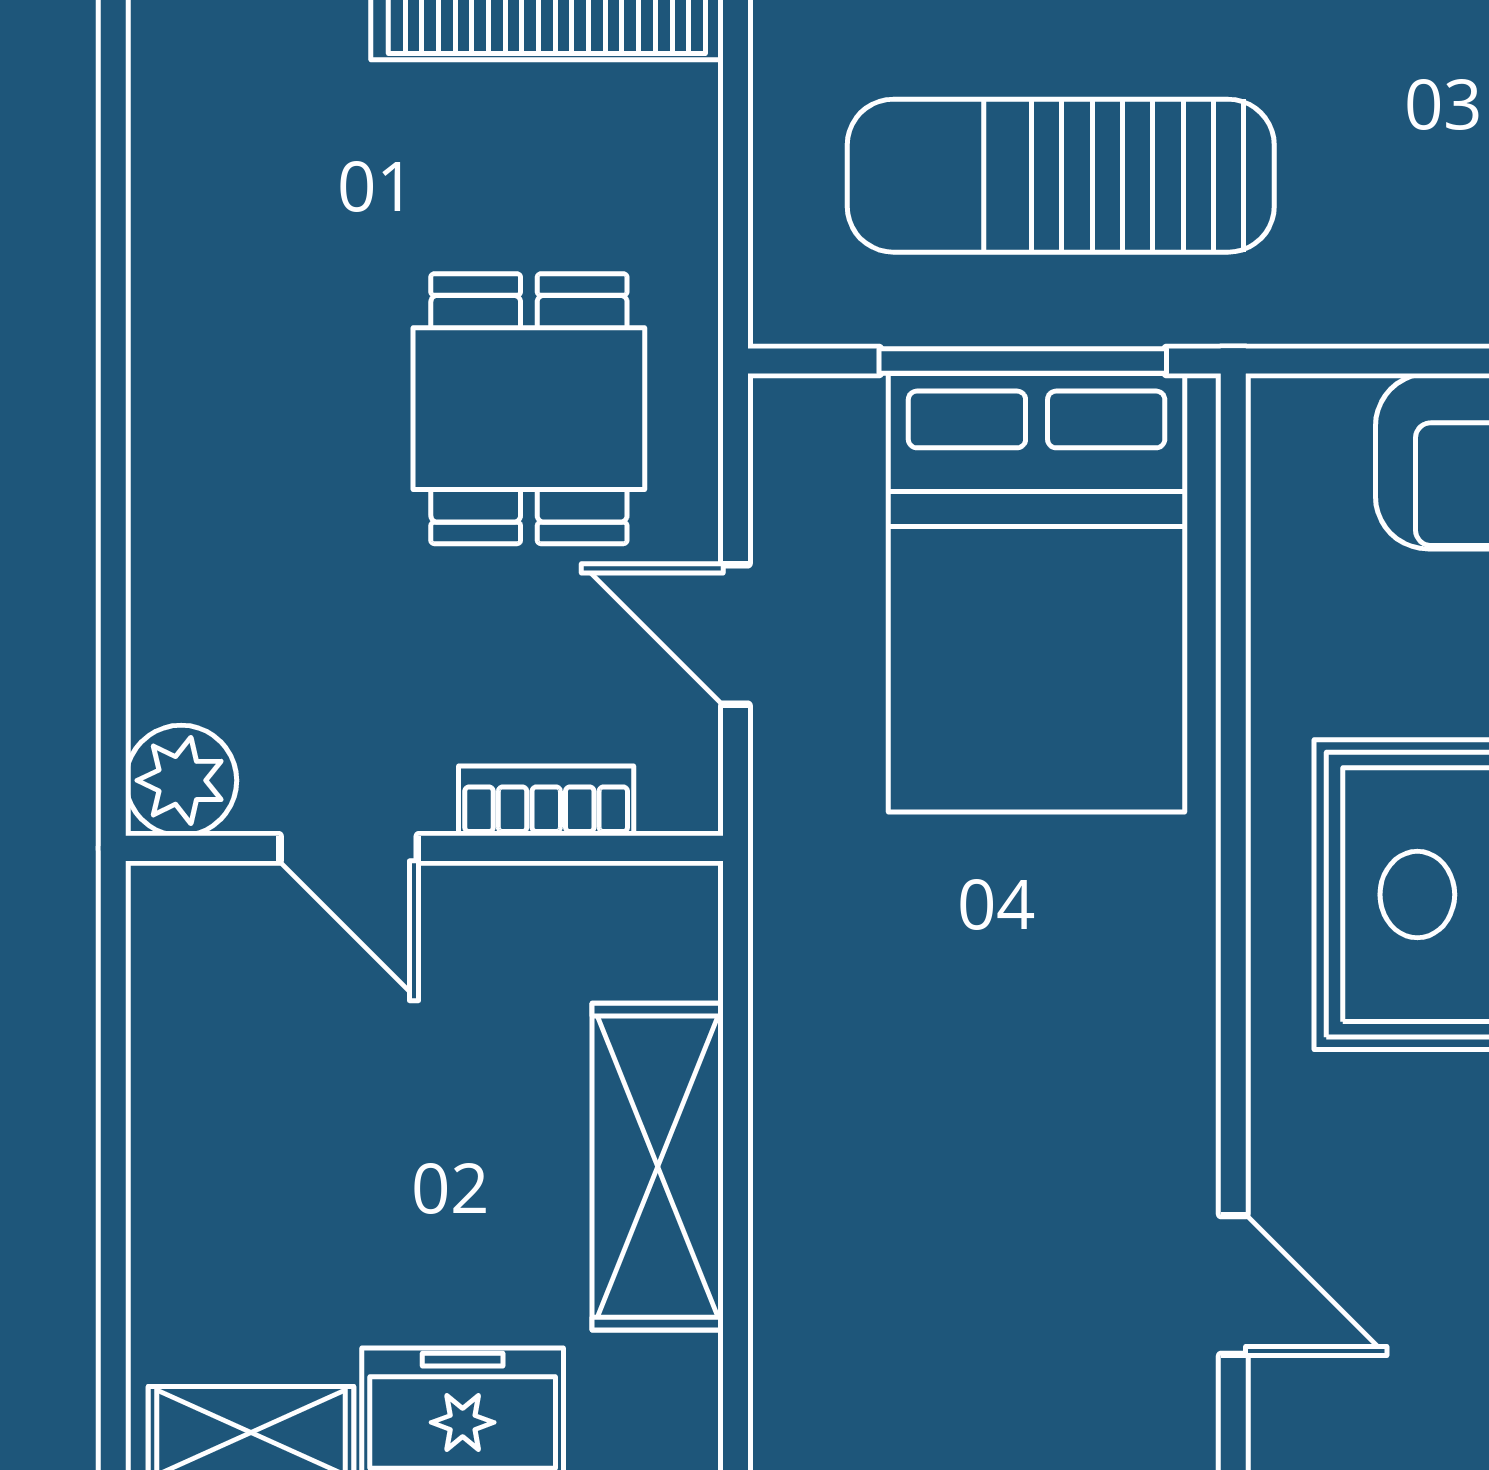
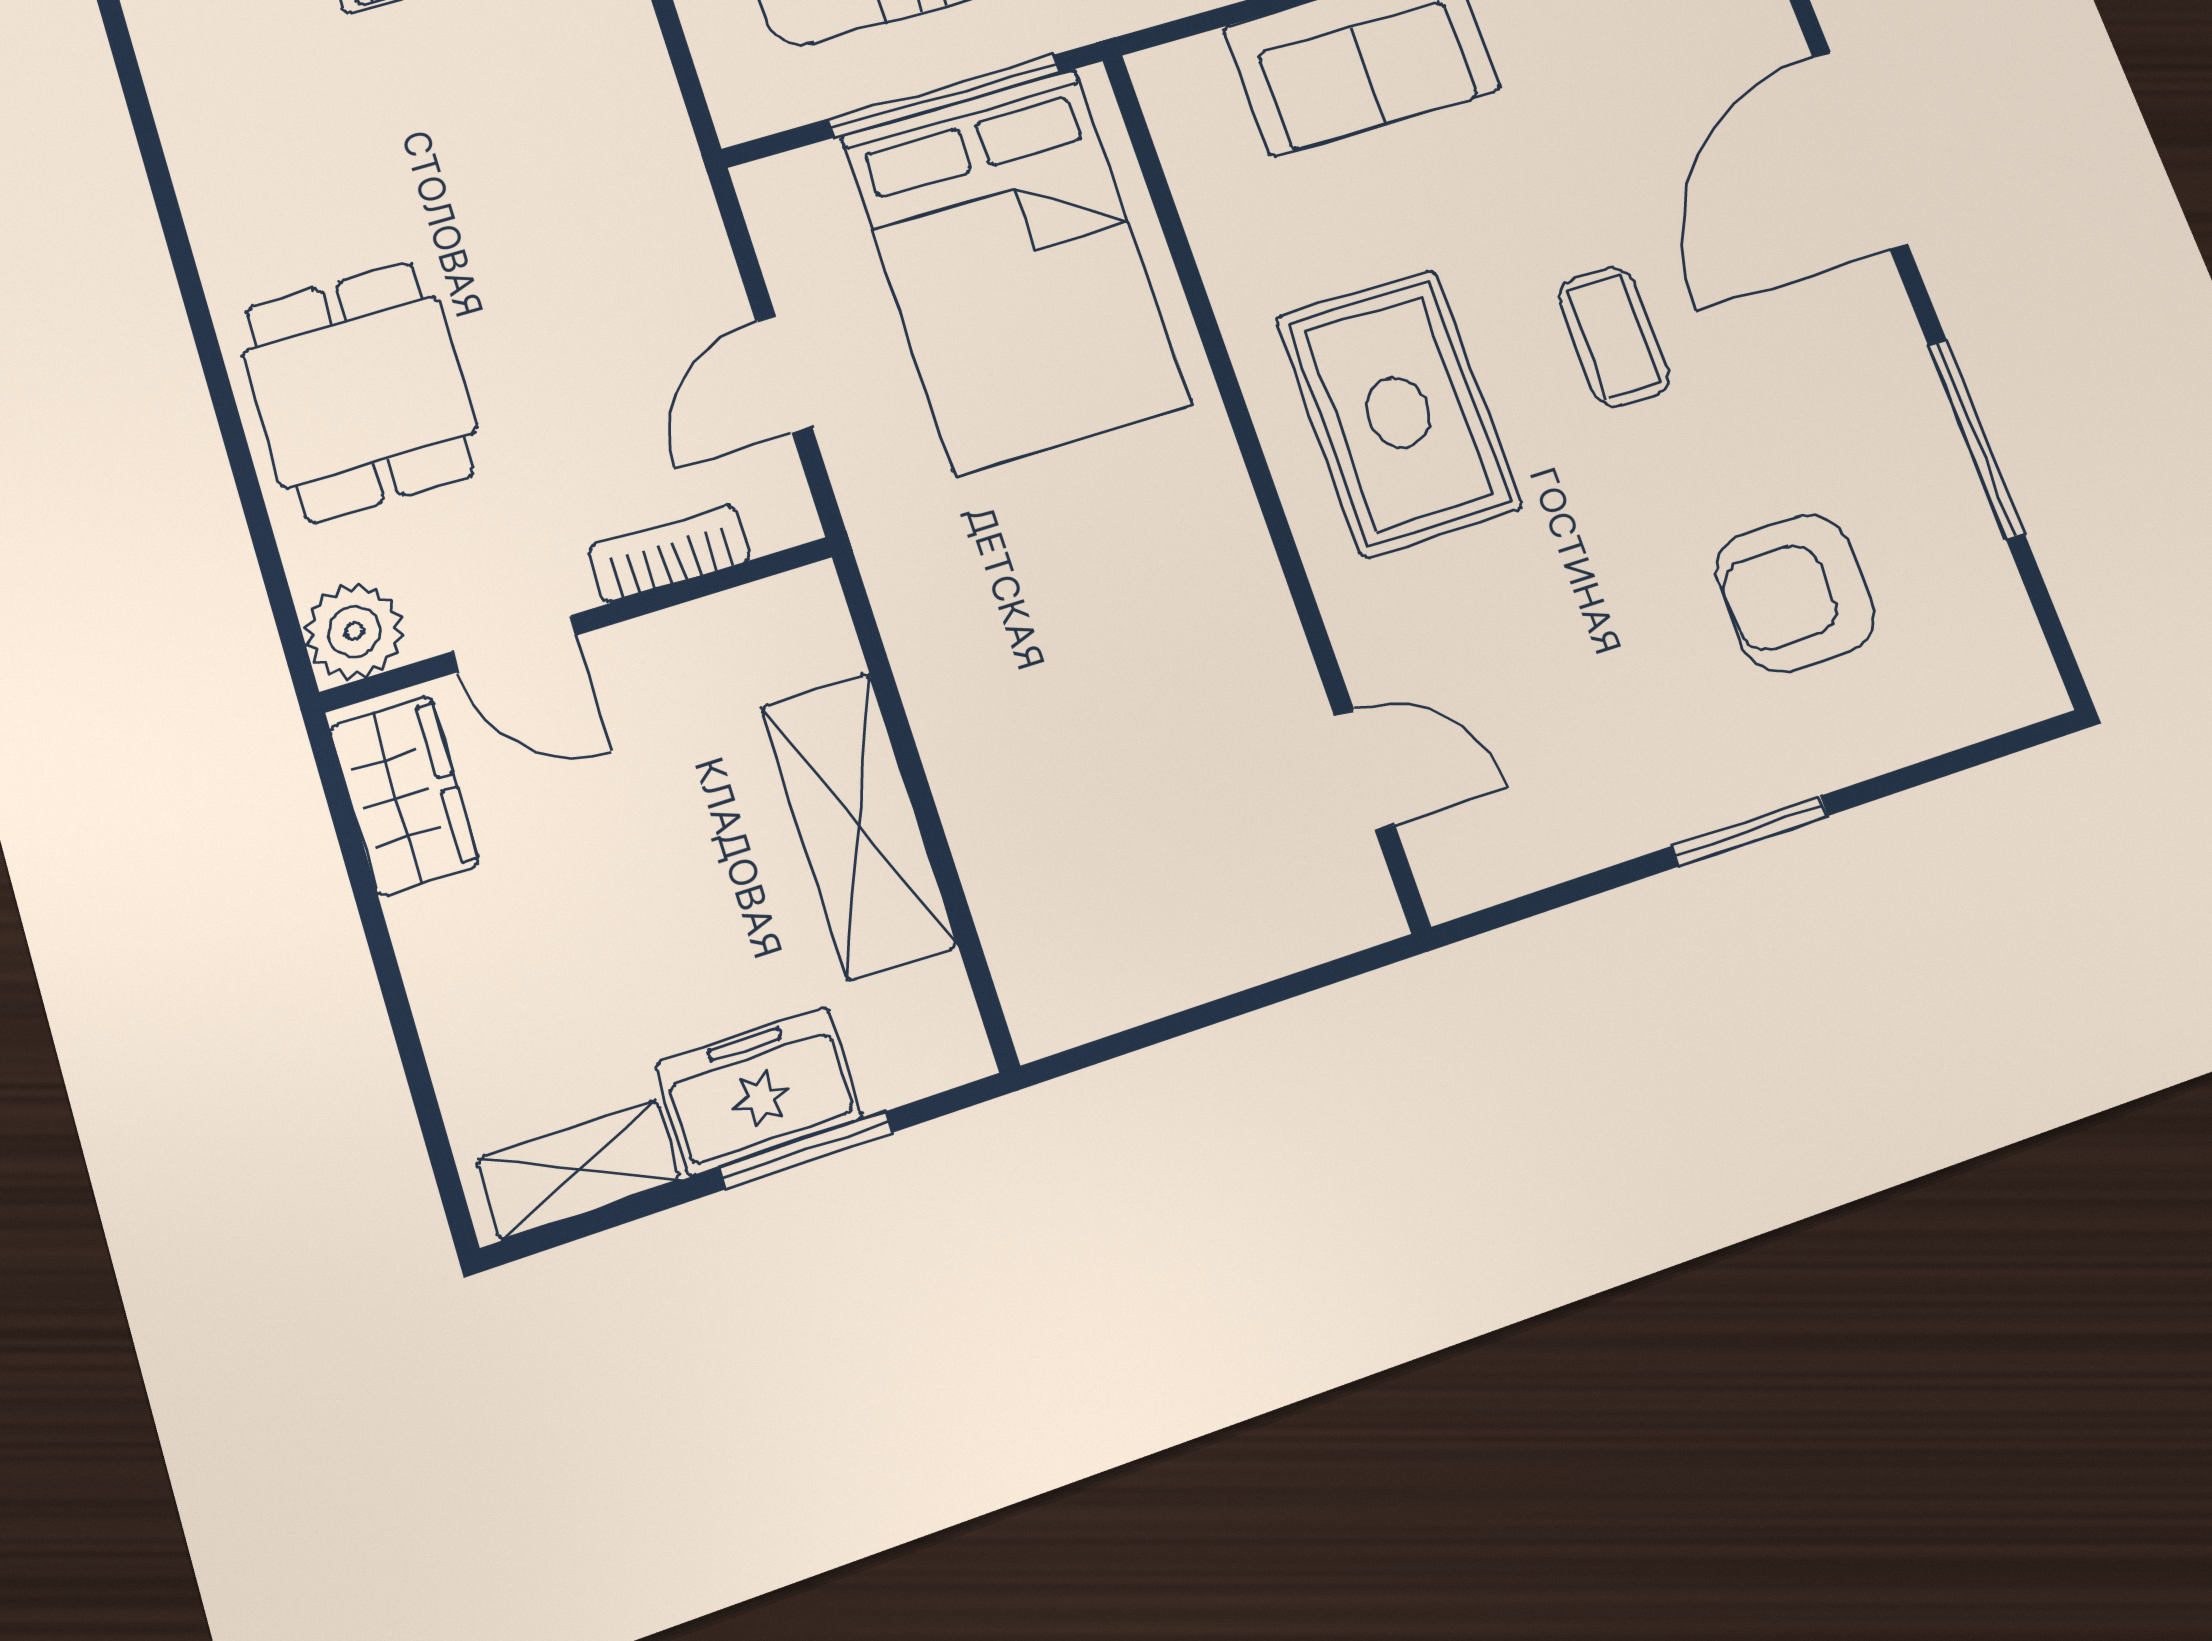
dining table: (529, 409) -> (360, 392), moved
door: (735, 635) -> (784, 374), hinge flipped
wardrobe: (184, 978) -> (405, 795), added

